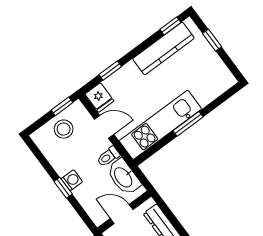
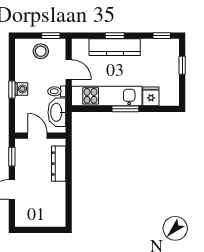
kitchen counter: (163, 48) -> (115, 47), moved
window: (110, 71) -> (115, 36), moved
fridge: (99, 98) -> (151, 96), moved, turned 180

